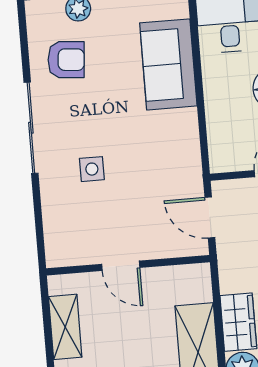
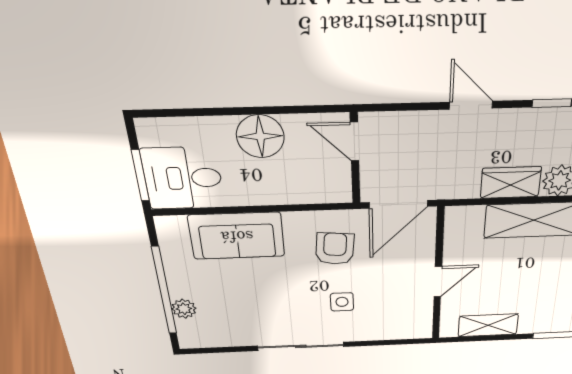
armchair: (66, 60) -> (335, 249), moved
door: (210, 217) -> (398, 204), width x1.38

